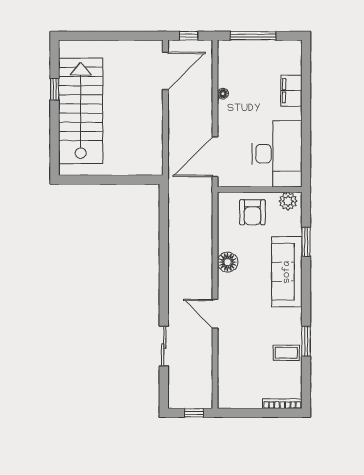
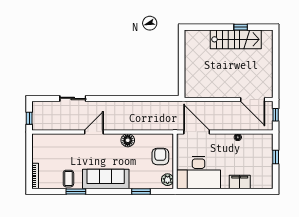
window: (253, 36) -> (276, 157), width x0.46
stairs: (81, 111) -> (236, 39), width x0.73, depth x0.66
armchair: (252, 212) -> (160, 156), turned 90
sofa: (287, 272) -> (106, 179), moved

